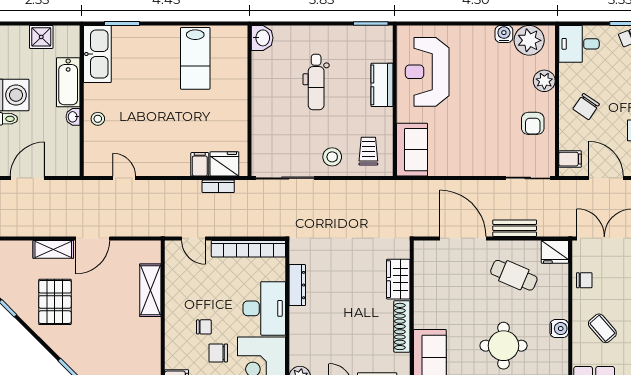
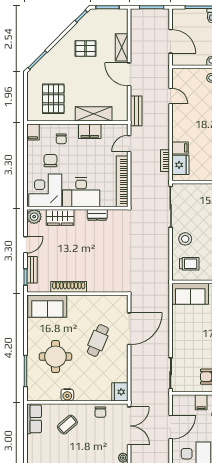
filing cabinet: (570, 159) -> (201, 402), moved
door: (27, 178) -> (171, 41), moved
door: (124, 178) -> (171, 96), hinge flipped
bench: (515, 228) -> (136, 111), moved
cafe table: (514, 275) -> (98, 340), moved
wardrobe: (398, 279) -> (60, 217), moved, turned 180
dresser: (297, 285) -> (97, 215), width x0.70
filing cabinet: (175, 296) -> (90, 131), added
pallet: (55, 302) -> (86, 48), width x0.67, depth x0.71
chair: (204, 327) -> (61, 139), moved
pallet: (128, 349) -> (53, 99), added

